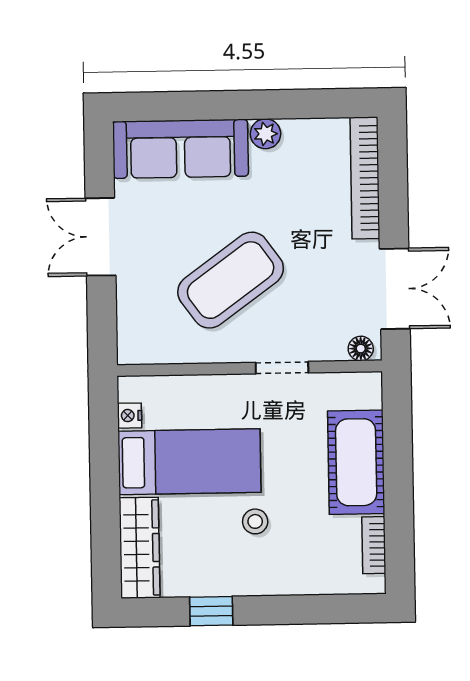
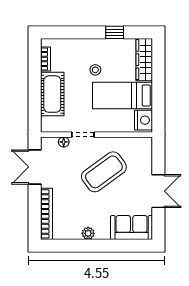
sofa: (180, 149) -> (132, 228), width x0.73
floor lamp: (361, 349) -> (64, 142), moved
nightstand: (130, 416) -> (144, 120), width x1.89, depth x1.79

